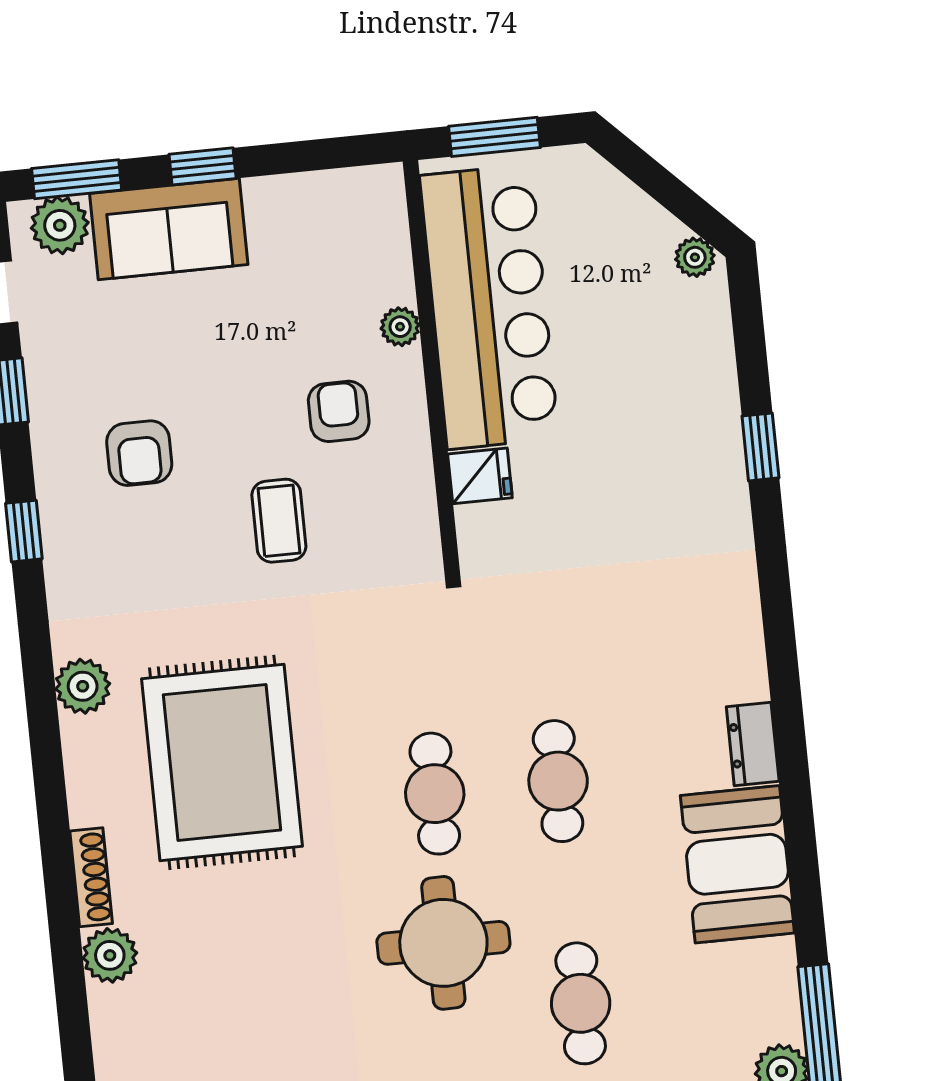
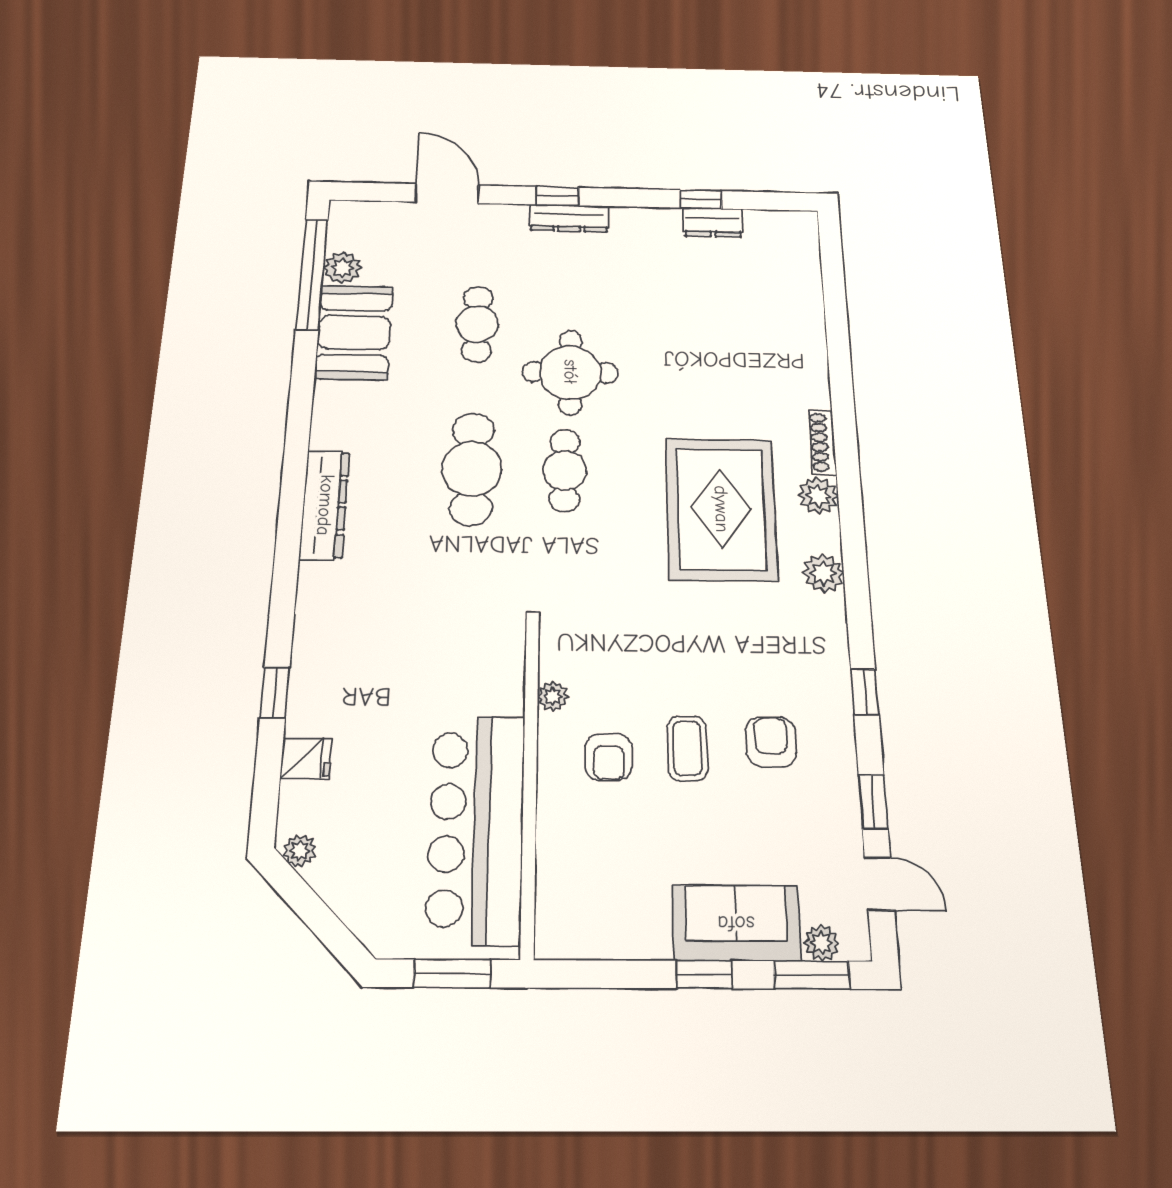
plant: (60, 225) -> (821, 943), width x0.73, depth x0.73
plant: (400, 327) -> (553, 696), moved
fridge: (480, 476) -> (306, 759), moved, turned 180
coffee table: (279, 521) -> (687, 748), moved
dresser: (753, 744) -> (325, 505), width x1.96, depth x1.24
cafe table: (558, 781) -> (472, 469), width x1.37, depth x1.35
booth: (737, 864) -> (354, 332), moved
plant: (110, 955) -> (818, 495), moved

